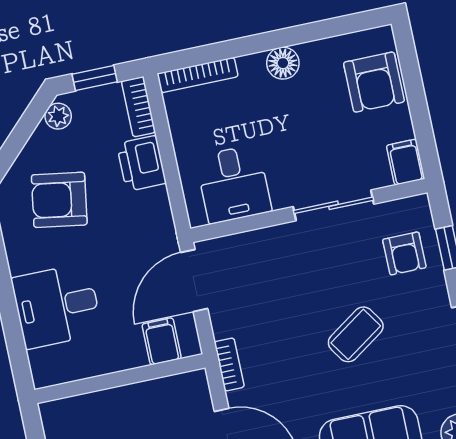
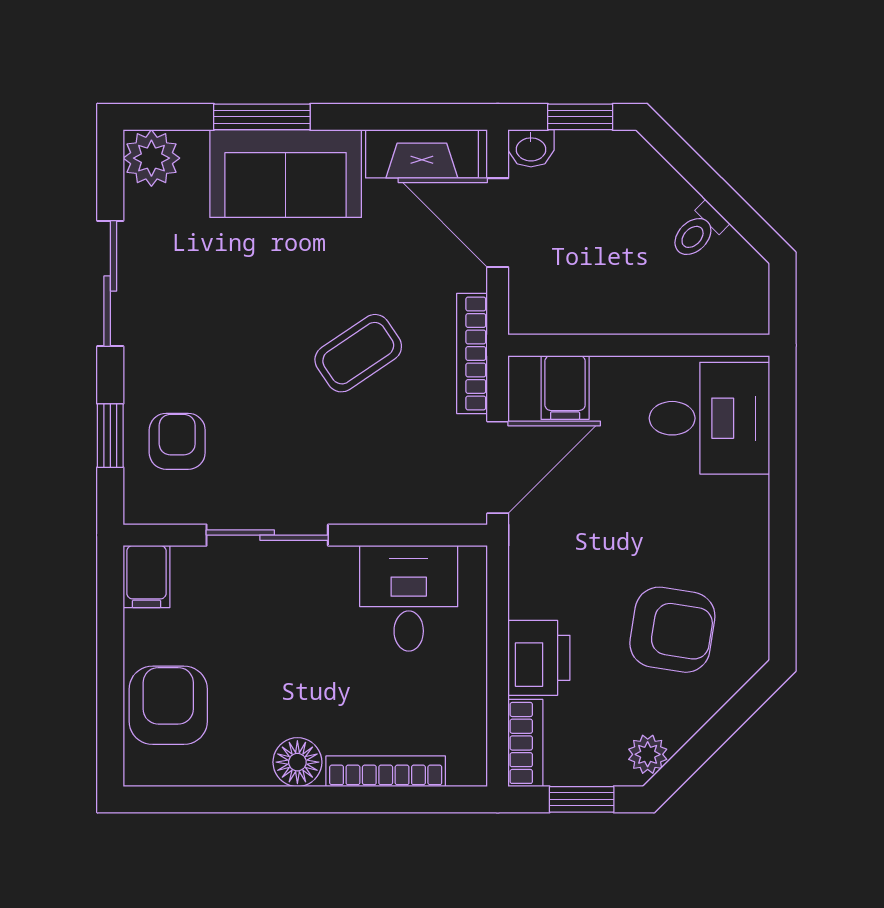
bookcase: (198, 75) -> (386, 771), moved
desk: (57, 306) -> (709, 418), moved
coffee table: (356, 334) -> (358, 353), moved
bookcase: (229, 364) -> (472, 353), width x1.56

